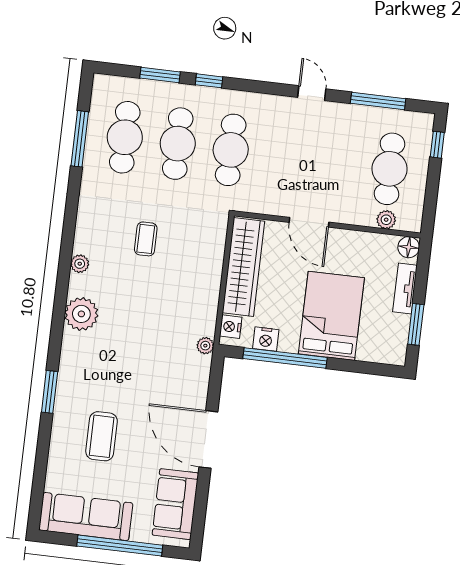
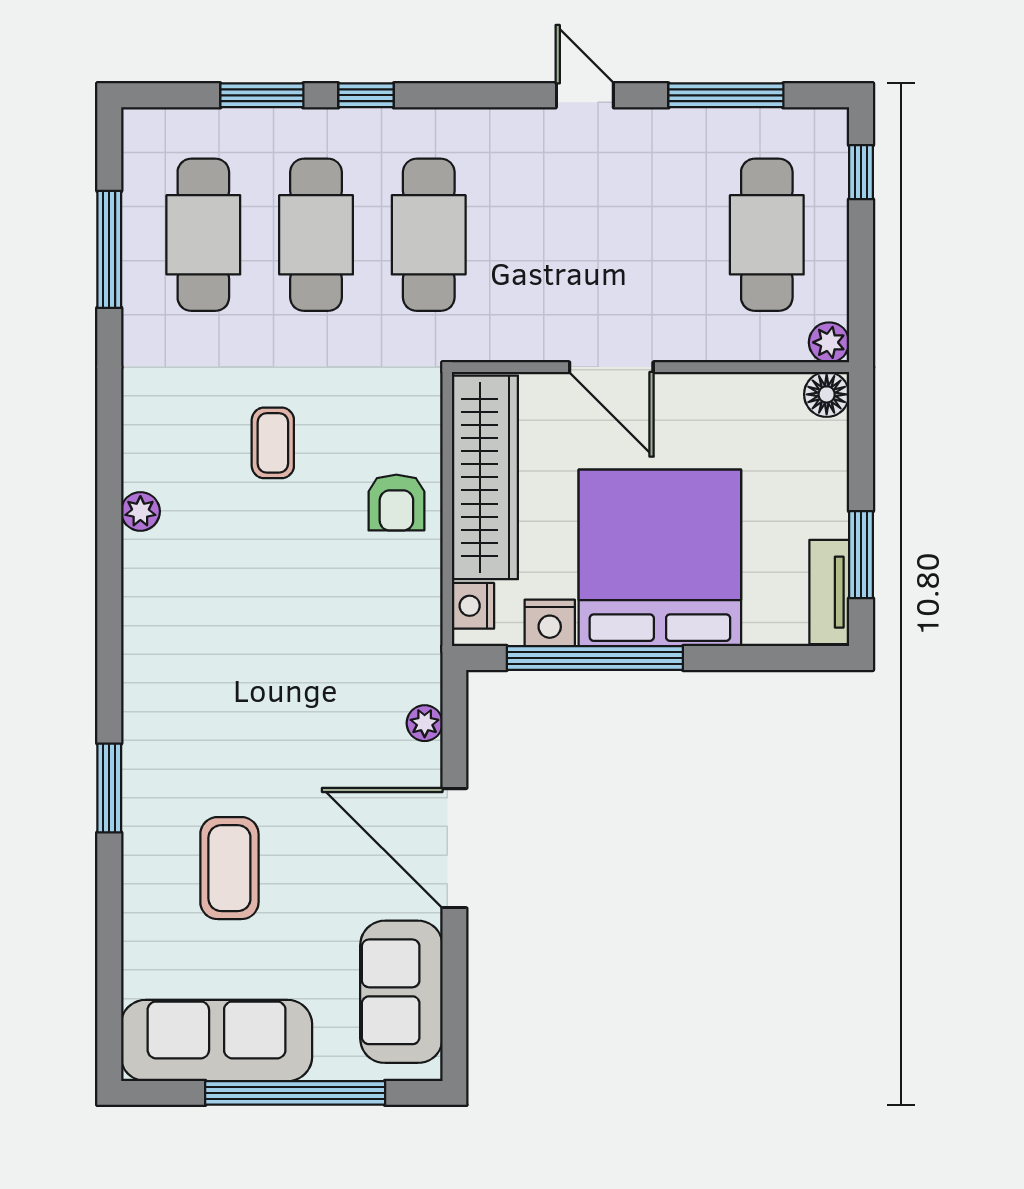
plant: (386, 220) -> (829, 342), moved
armchair: (200, 274) -> (396, 503), added
tv unit: (405, 289) -> (829, 592), moved
plant: (81, 314) -> (156, 616), removed
bed: (331, 316) -> (660, 558), width x1.36
plant: (205, 346) -> (425, 723), moved

